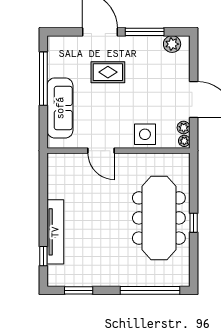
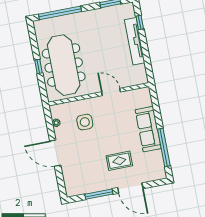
plant: (172, 44) -> (78, 189), removed
plant: (184, 128) -> (58, 132), removed
door: (101, 151) -> (111, 92), moved
wall: (119, 151) -> (99, 94), moved

